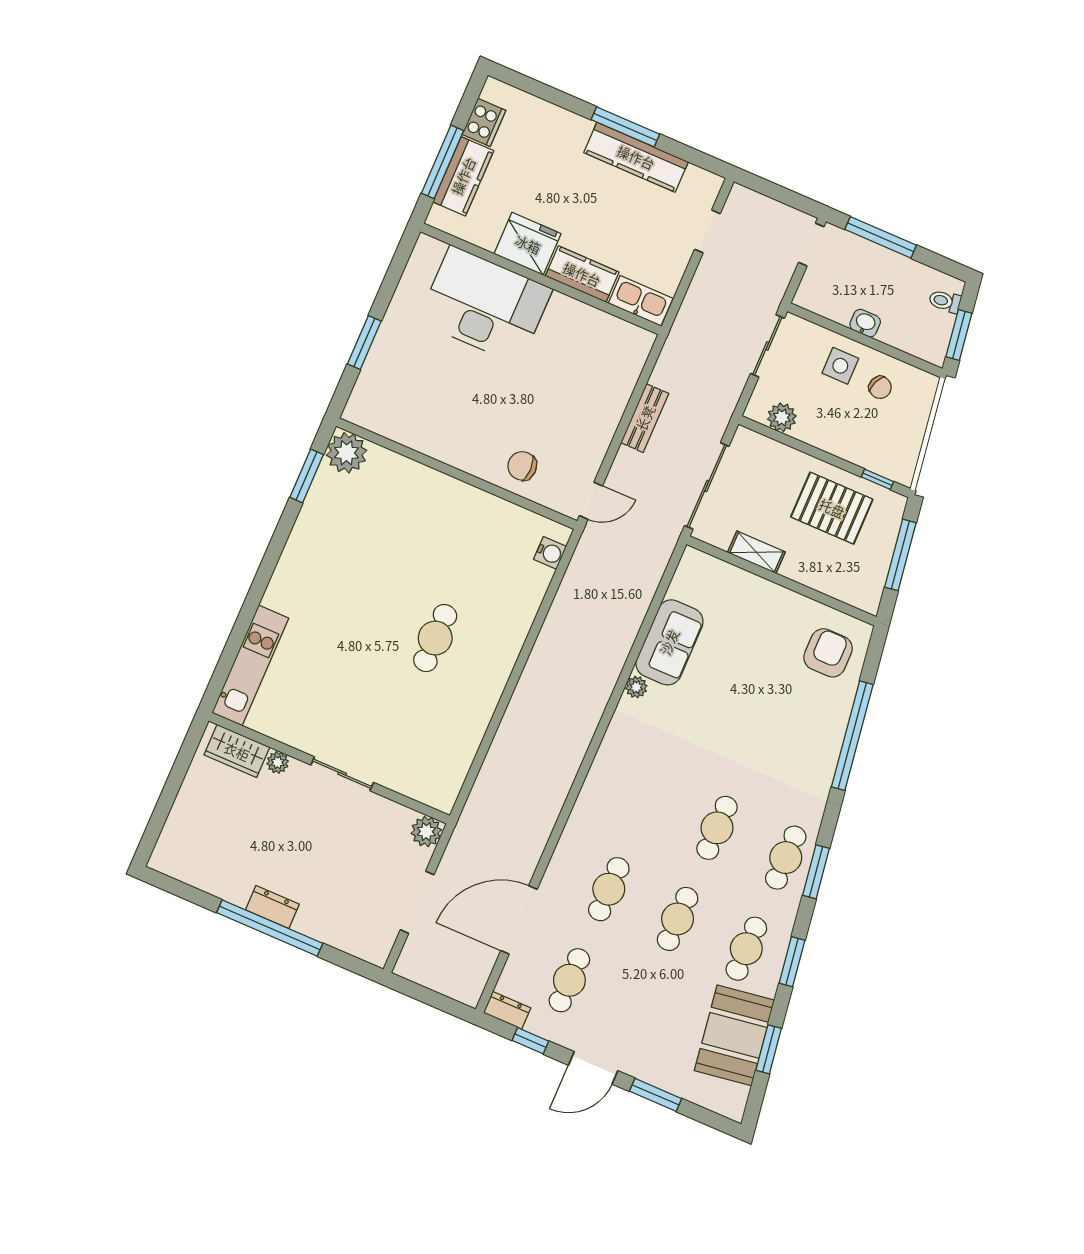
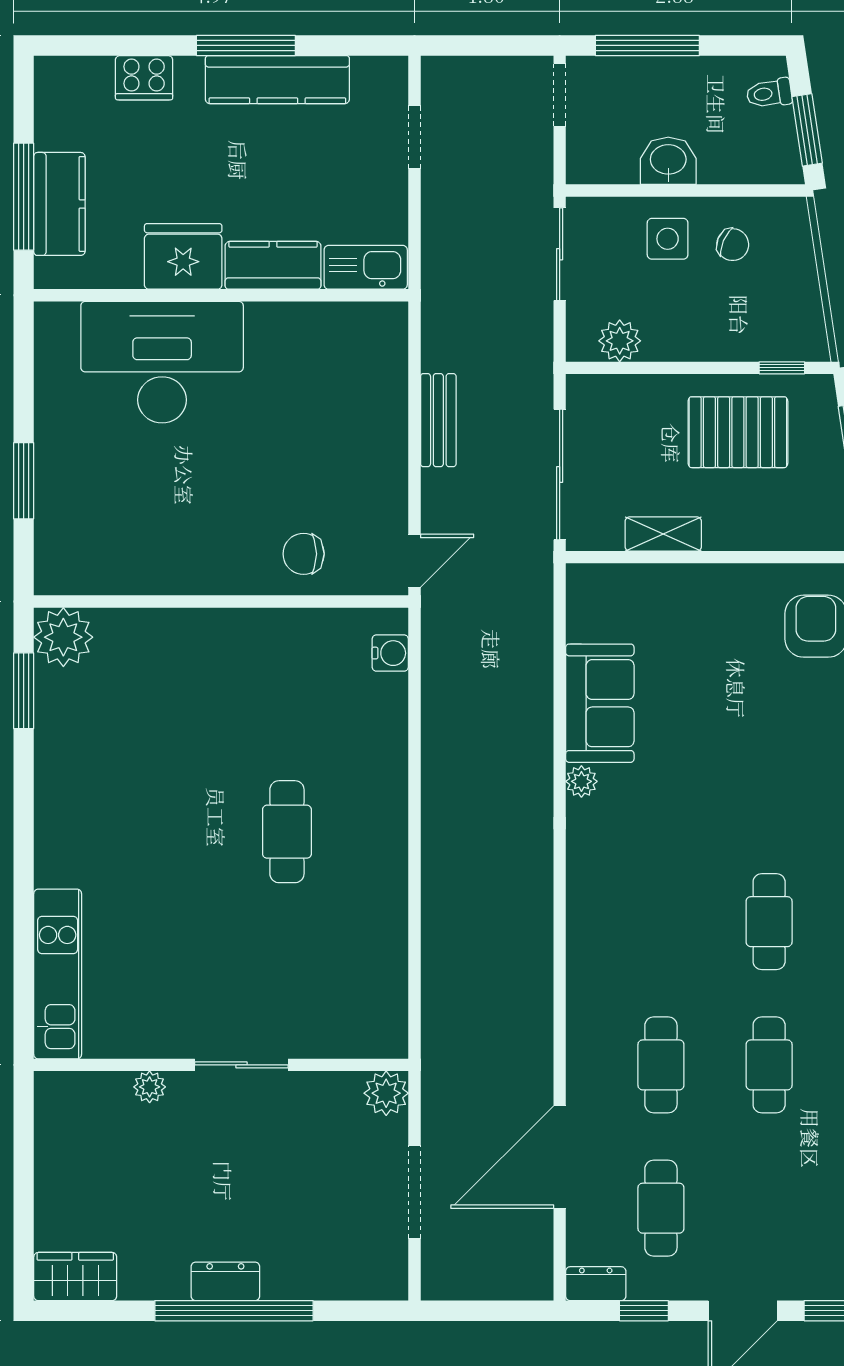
cooker: (484, 122) -> (144, 78), moved, turned 90
washbasin: (865, 323) -> (668, 161), width x1.38, depth x1.45
wardrobe: (237, 751) -> (75, 1277), moved, turned 180

